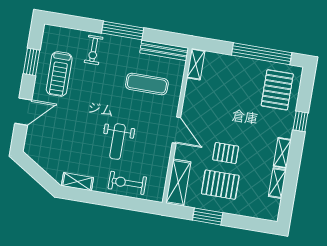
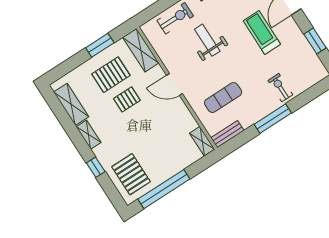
bench: (164, 50) -> (227, 134), width x0.73
treadmill: (59, 74) -> (262, 33), moved
shelving: (277, 183) -> (71, 104), width x1.50, depth x1.33

